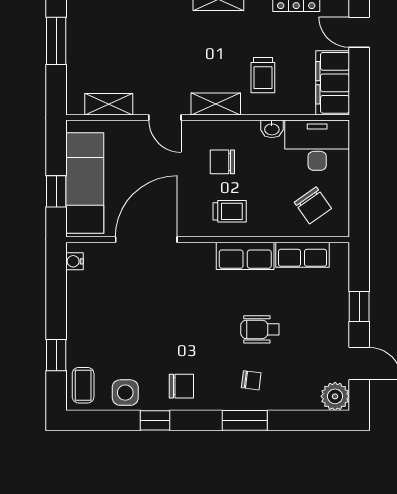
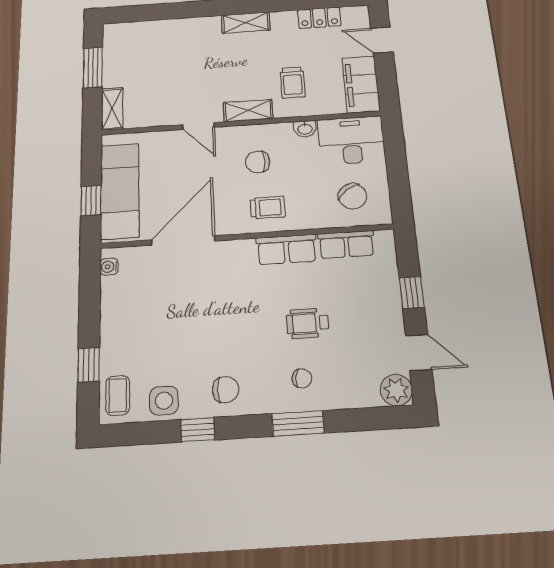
shelving: (109, 104) -> (112, 109), moved, turned 90

